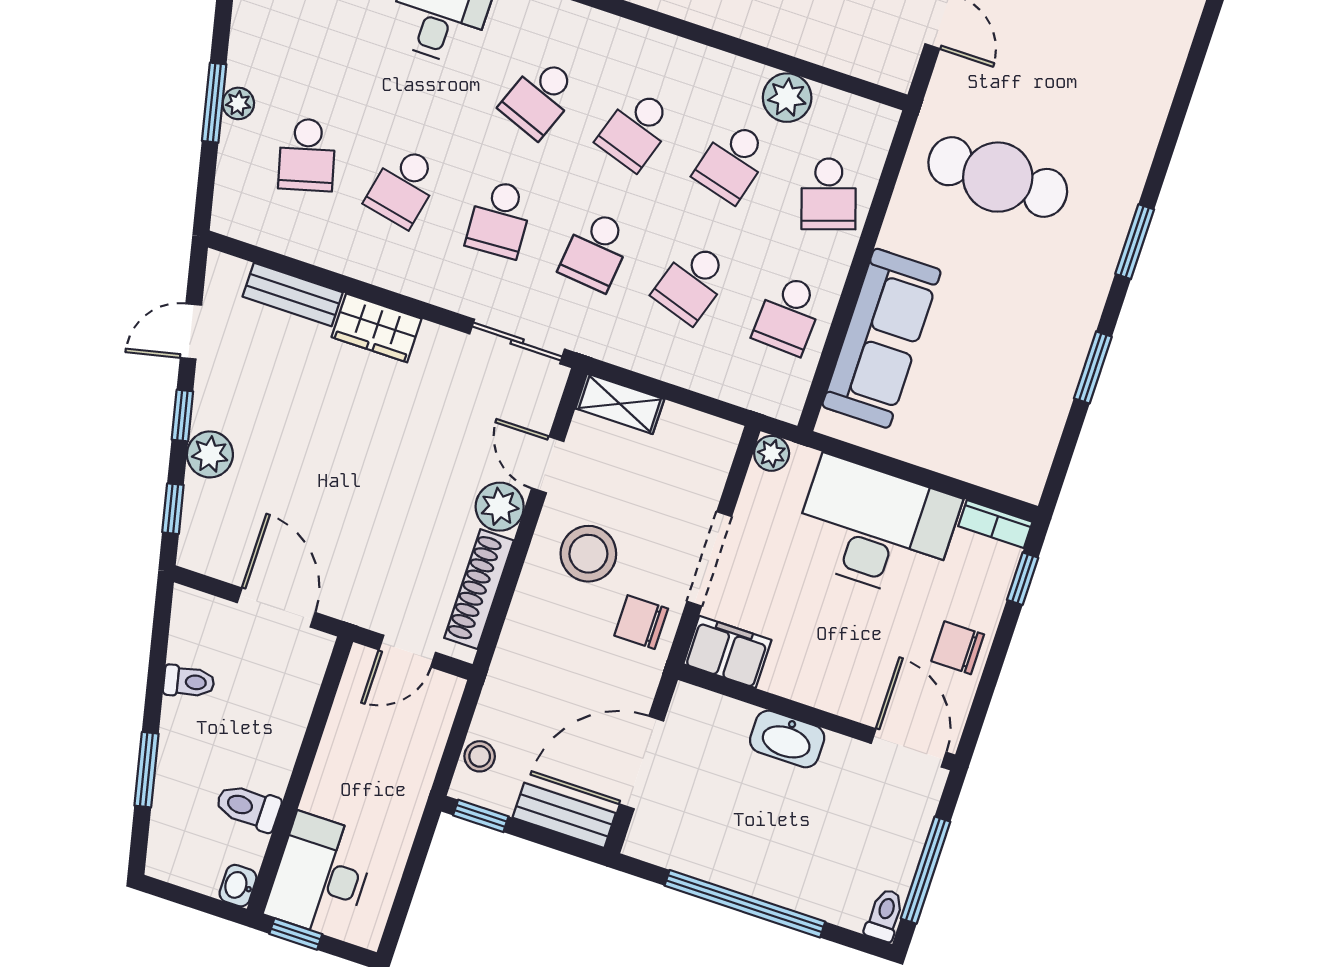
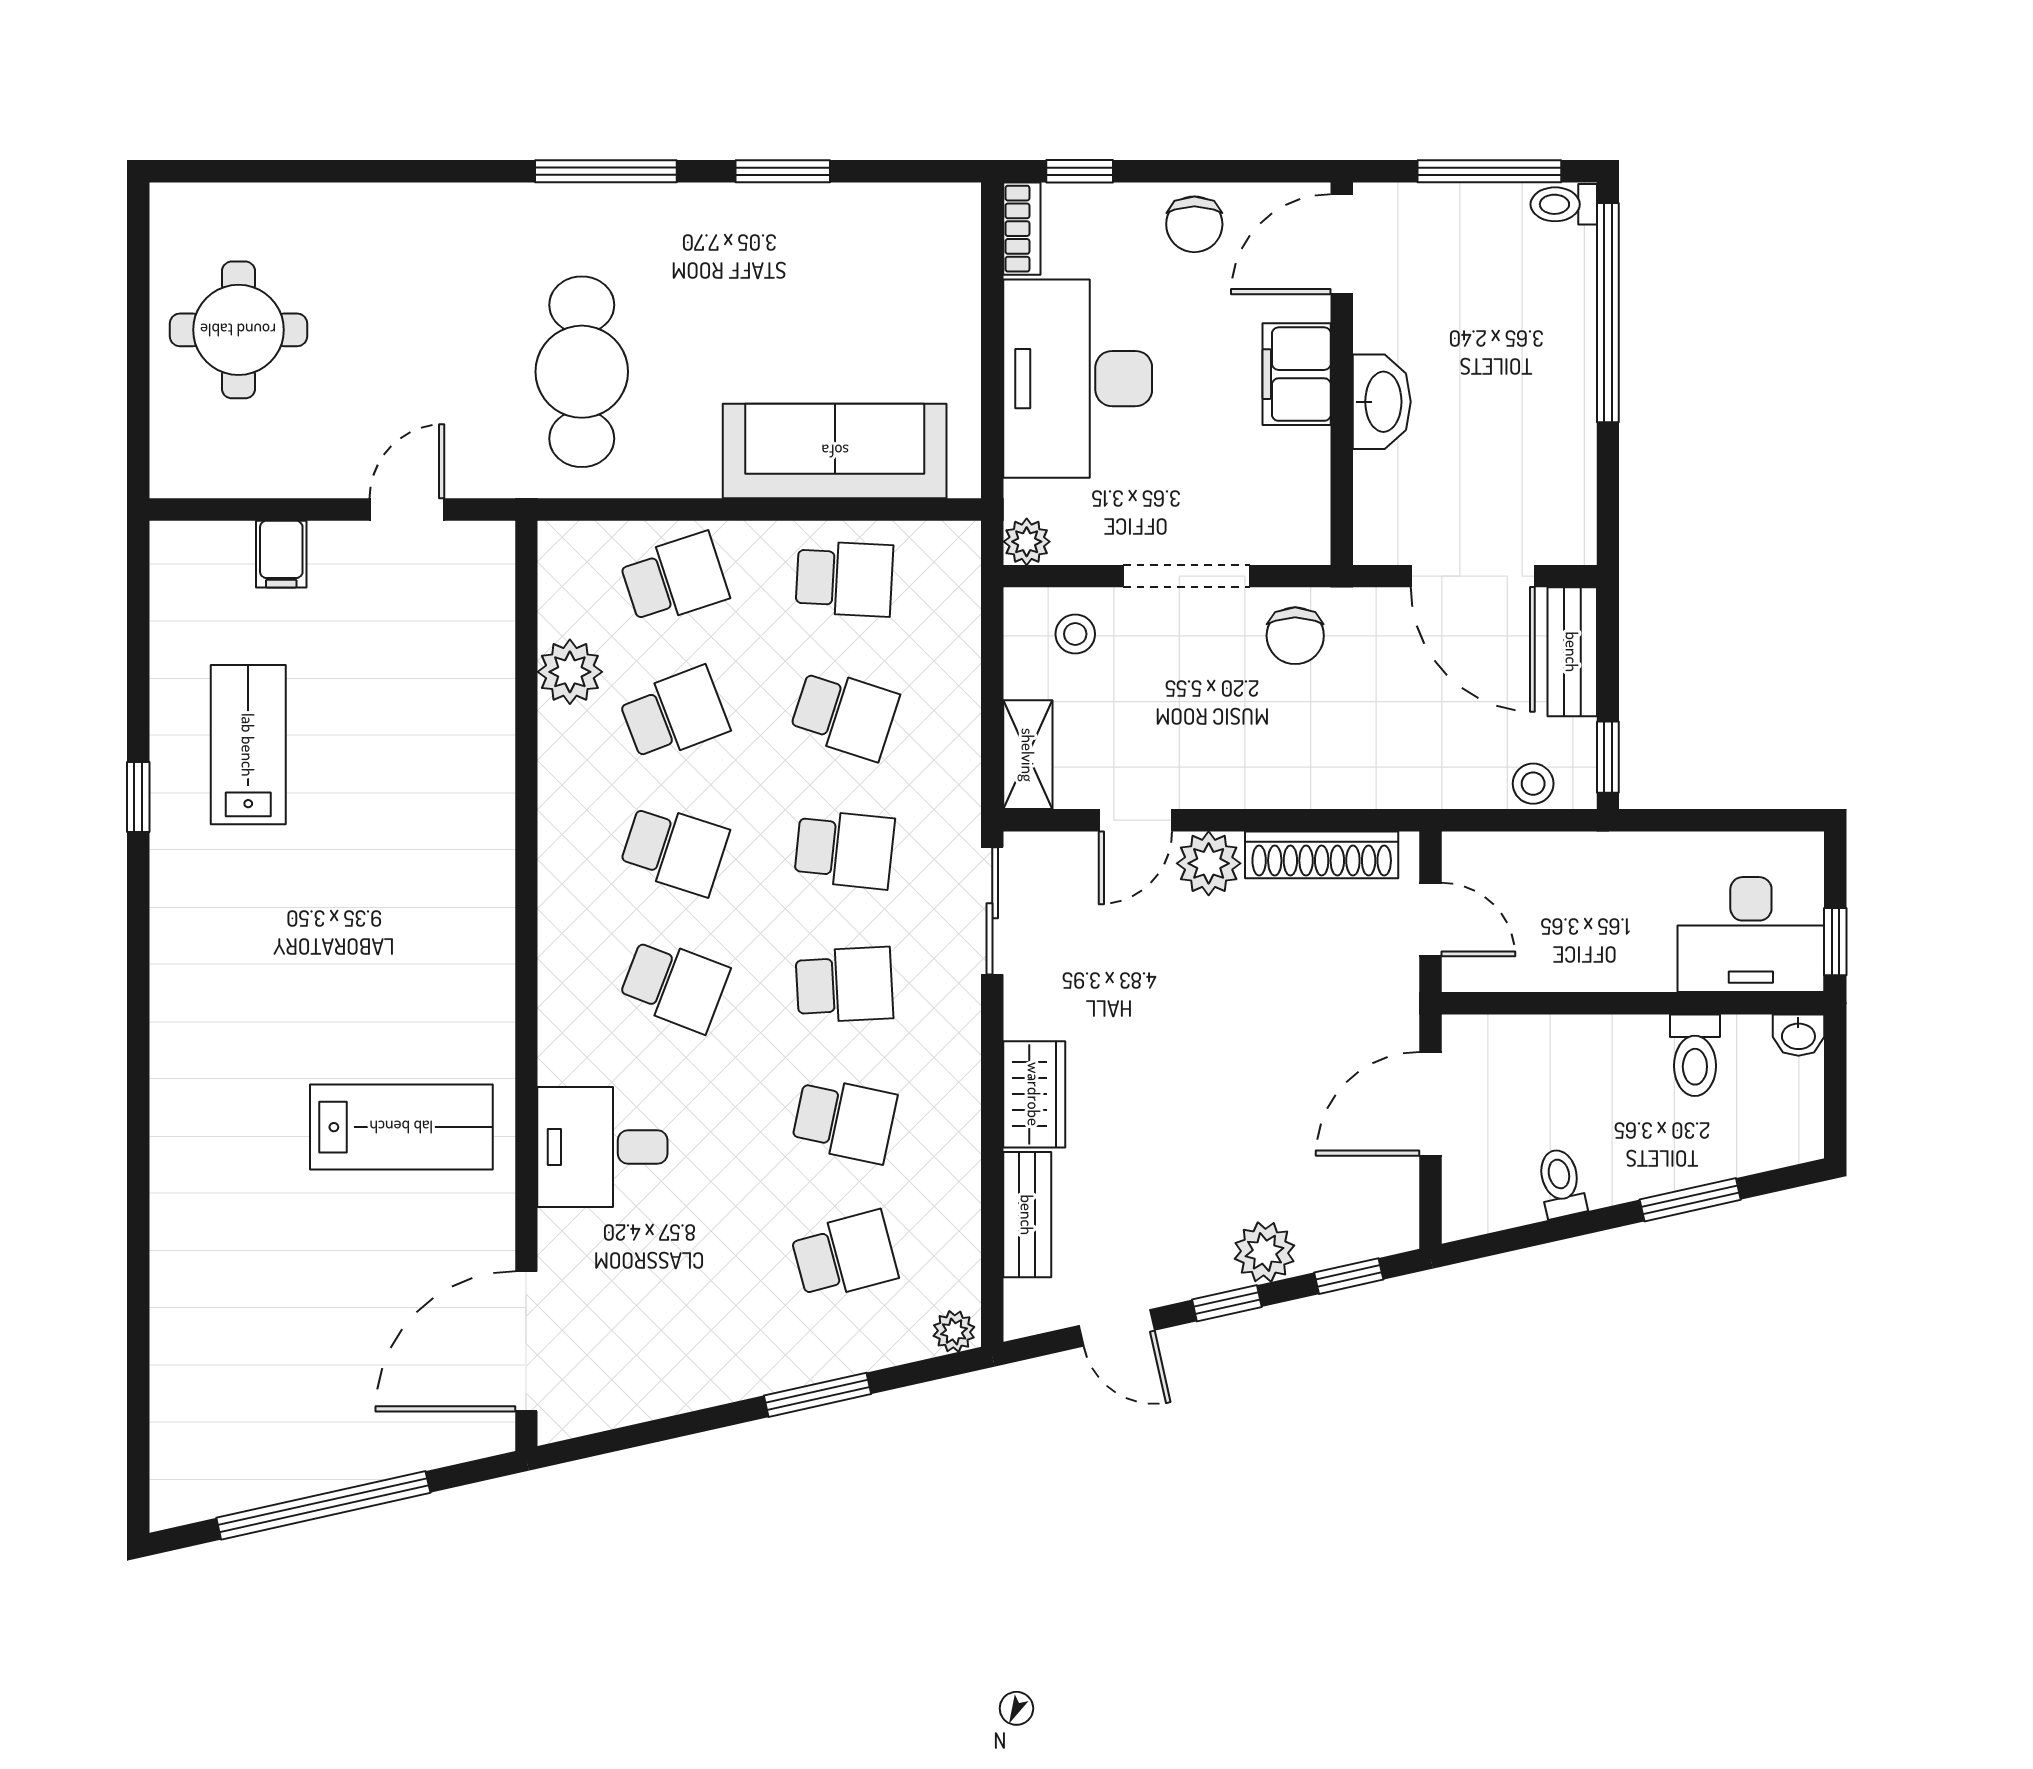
plant: (238, 103) -> (954, 1331), moved
school desk: (732, 162) -> (674, 714), turned -36
window: (1135, 242) -> (606, 171), width x1.44
stool: (588, 554) -> (1075, 634), moved, width x0.53, depth x0.53
filing cabinet: (727, 652) -> (1297, 374), moved
window: (745, 904) -> (1608, 313), moved

